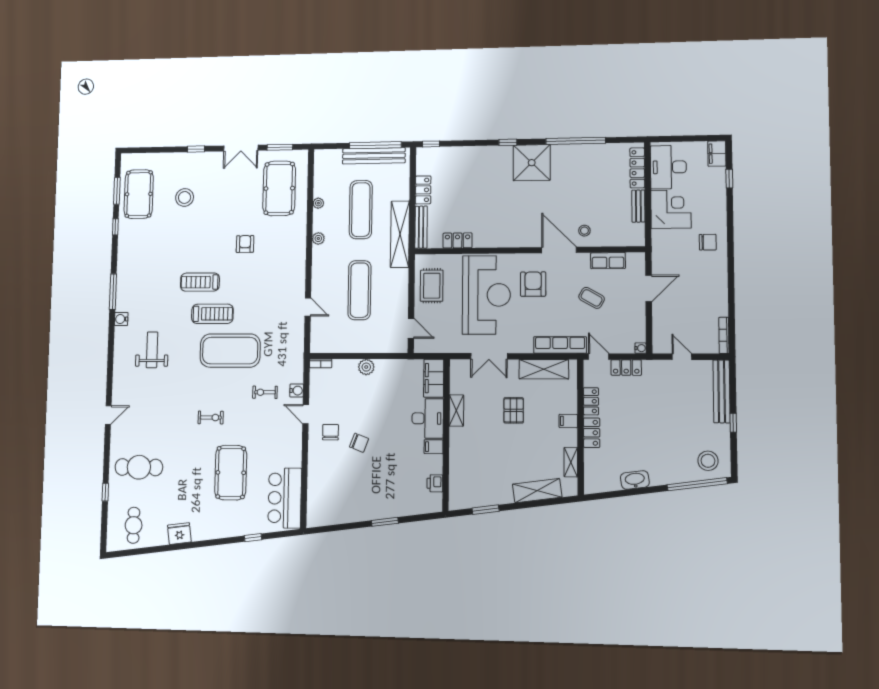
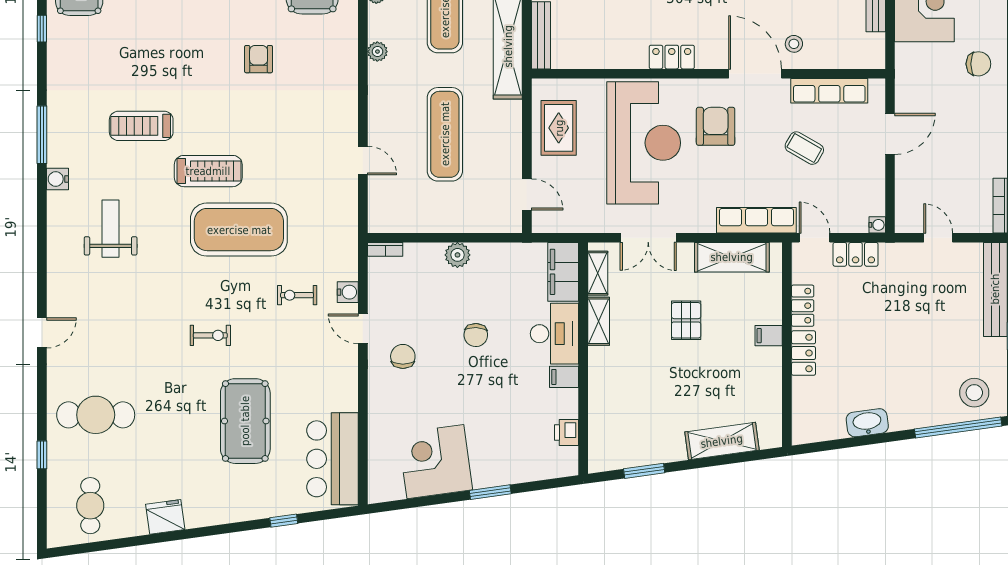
locker: (457, 240) -> (672, 57), moved
row of seats: (608, 261) -> (829, 91), width x1.48
treadmill: (200, 282) -> (141, 126), moved
chair: (359, 443) -> (476, 335), moved, turned 72
shelving: (571, 462) -> (598, 273), moved
corner desk: (350, 501) -> (435, 462), added

